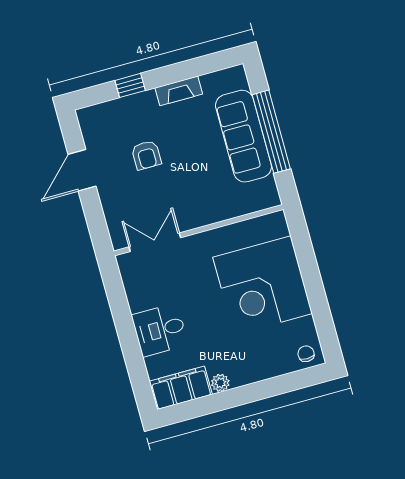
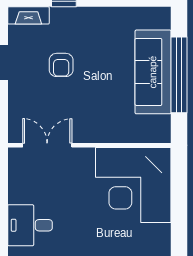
fireplace: (179, 91) -> (28, 15), moved
corner desk: (263, 285) -> (133, 185), moved

